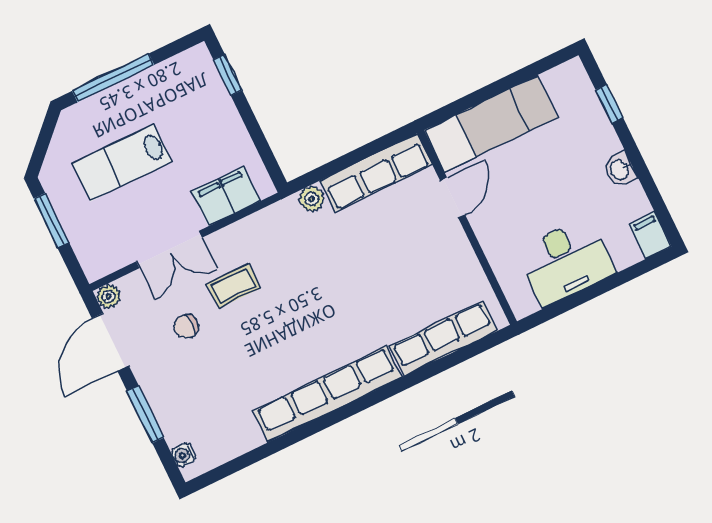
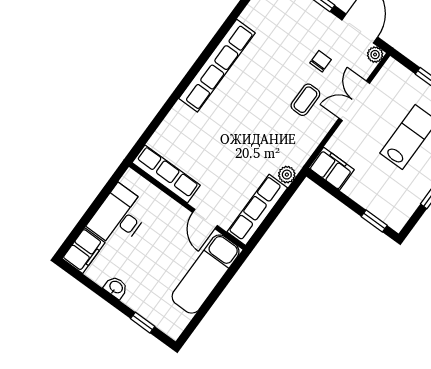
filing cabinet: (226, 196) -> (331, 169), moved, turned -90
filing cabinet: (650, 235) -> (84, 251), width x2.00
row of seats: (444, 338) -> (166, 174), moved, turned -90

